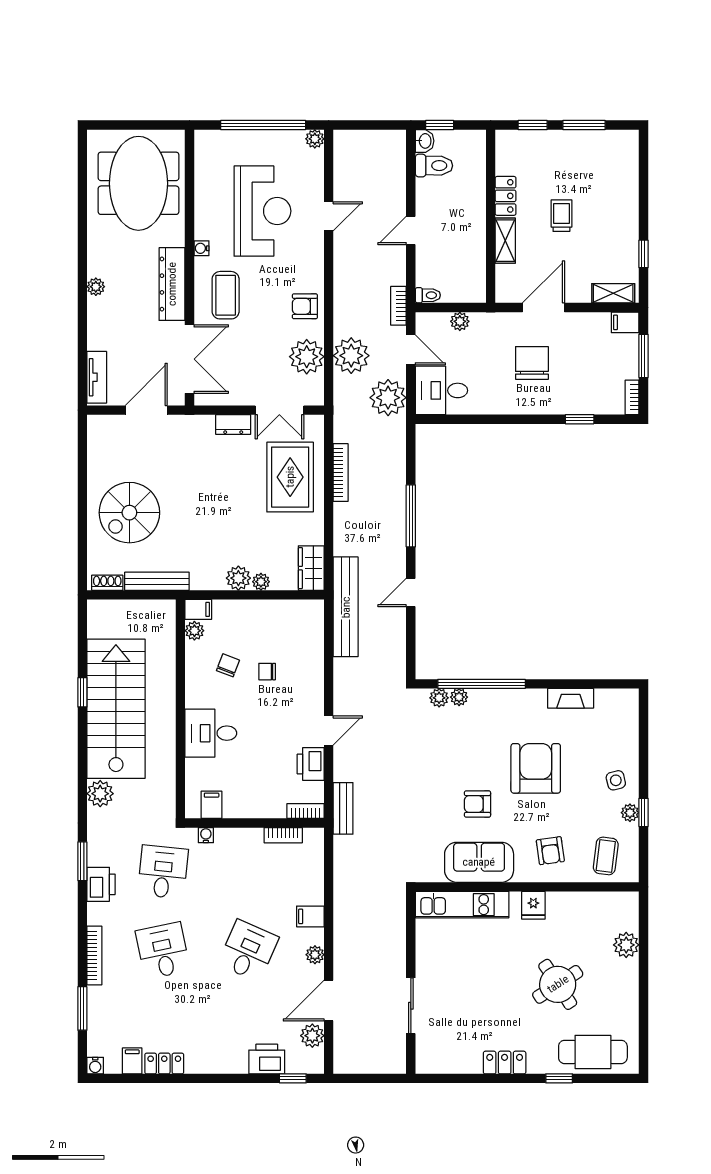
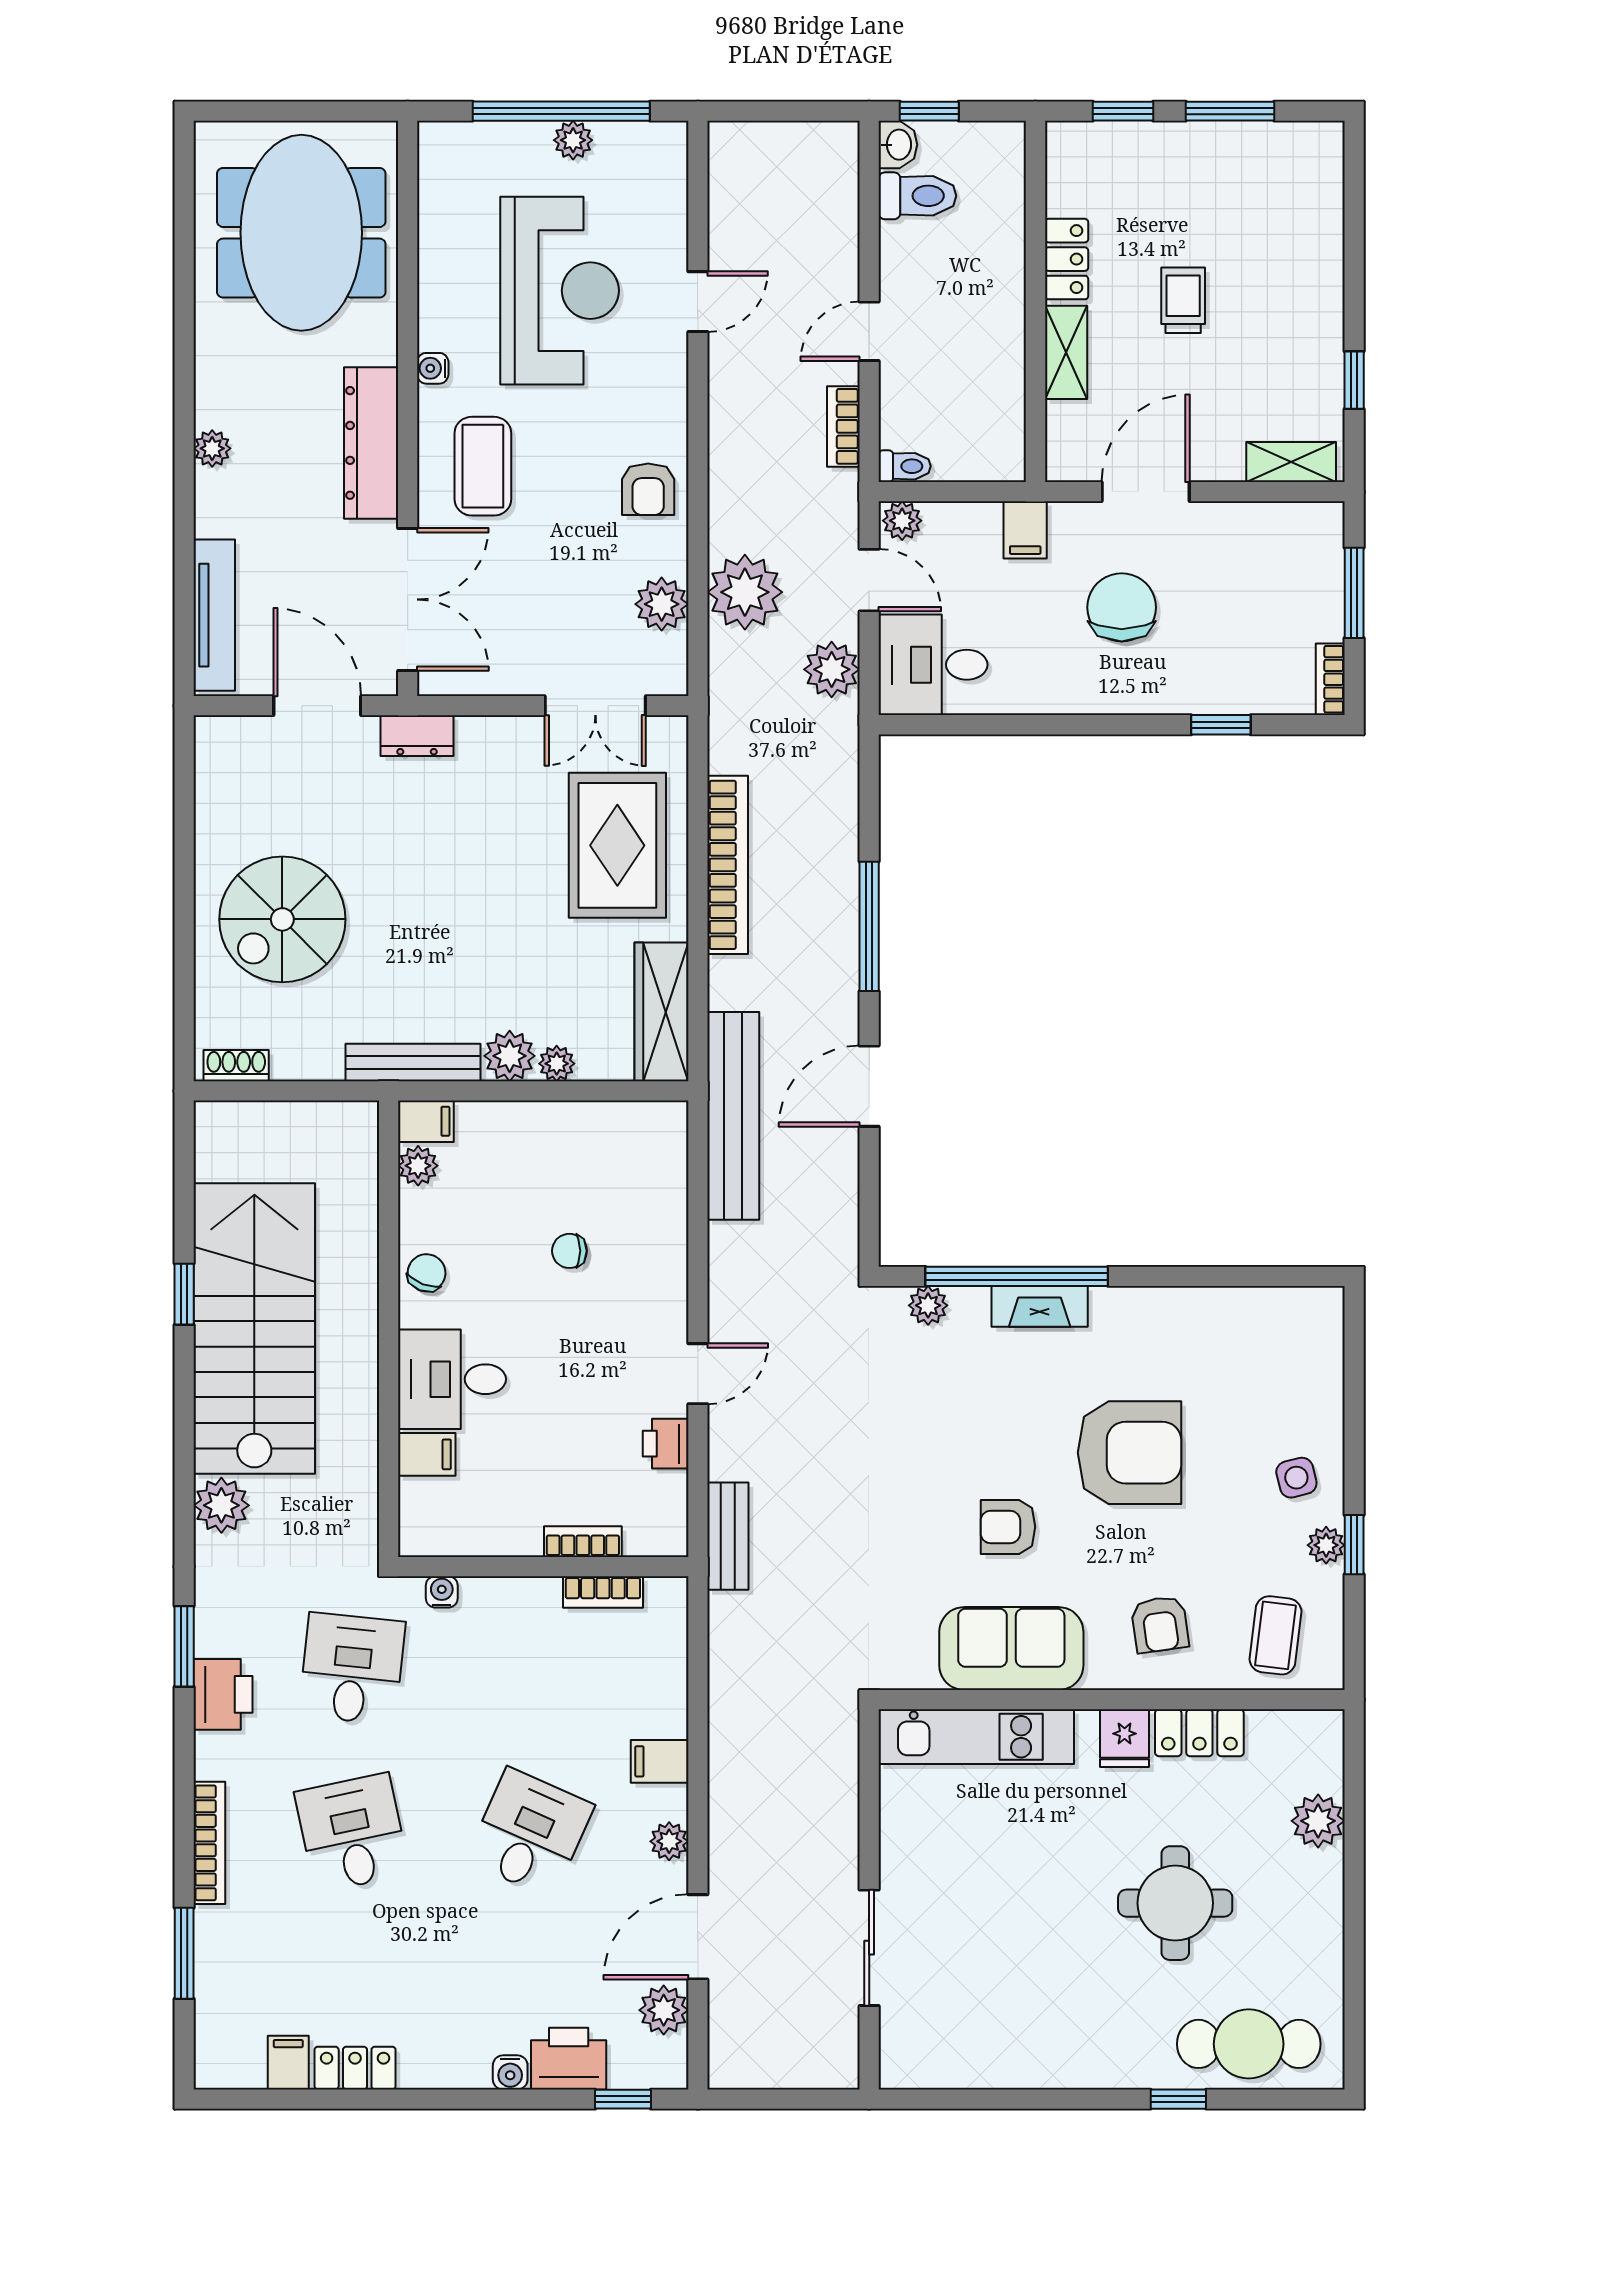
plant: (315, 139) -> (573, 140), moved
armchair: (305, 306) -> (648, 489), turned -90
bookcase: (398, 306) -> (843, 426), moved
plant: (460, 321) -> (902, 521), moved
filing cabinet: (625, 322) -> (1025, 530), moved, turned -90
plant: (307, 357) -> (662, 604), width x0.73, depth x0.73
tv unit: (97, 377) -> (214, 615), width x1.41
plant: (388, 398) -> (832, 669), width x0.73, depth x0.73
door: (146, 410) -> (317, 706), hinge flipped
dresser: (233, 424) -> (417, 736), moved
bookcase: (341, 473) -> (728, 865), width x1.48, depth x1.31
wardrobe: (311, 568) -> (661, 1012), width x1.50
bench: (157, 581) -> (413, 1063), moved
door: (411, 593) -> (869, 1086), width x1.38
chair: (228, 665) -> (427, 1273), moved
plant: (459, 697) -> (970, 1304), removed
fireplace: (571, 698) -> (1040, 1306), moved
printer: (311, 764) -> (666, 1444), width x0.73, depth x0.81
armchair: (536, 768) -> (1129, 1453), turned 90
filing cabinet: (212, 805) -> (427, 1454), moved, turned 90
bookcase: (306, 811) -> (583, 1542), moved
round table: (558, 984) -> (1175, 1903), turned 33
locker: (505, 1063) -> (1199, 1733), moved, turned 180
water cooler: (95, 1066) -> (510, 2072), moved

